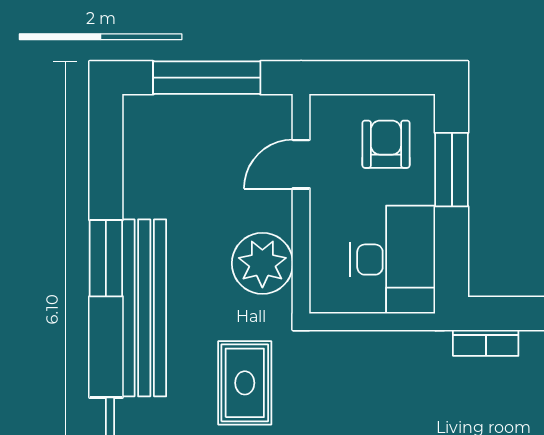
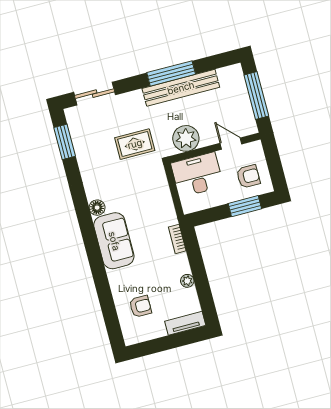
window: (106, 258) -> (171, 73), width x1.44
desk: (393, 260) -> (197, 175), moved, turned 180
bench: (144, 308) -> (181, 88), moved

